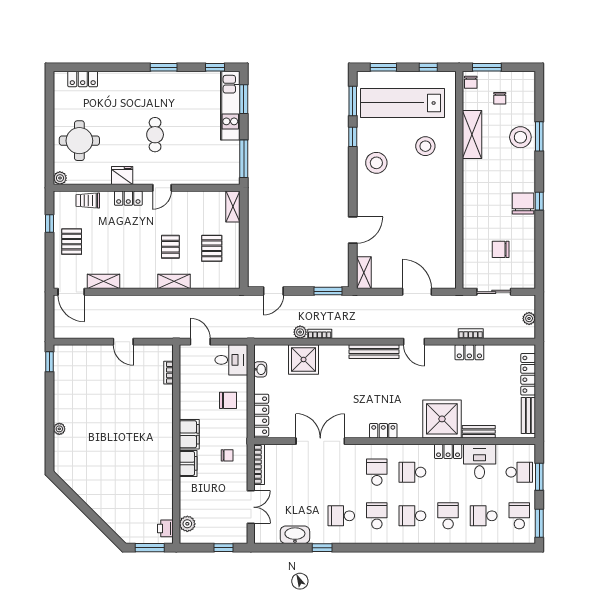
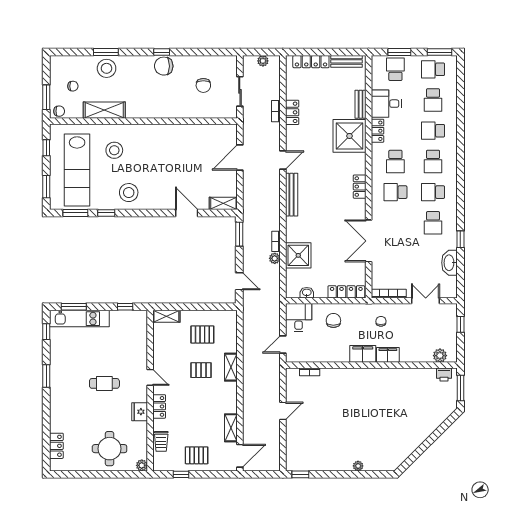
window: (244, 159) -> (125, 307), width x0.46

